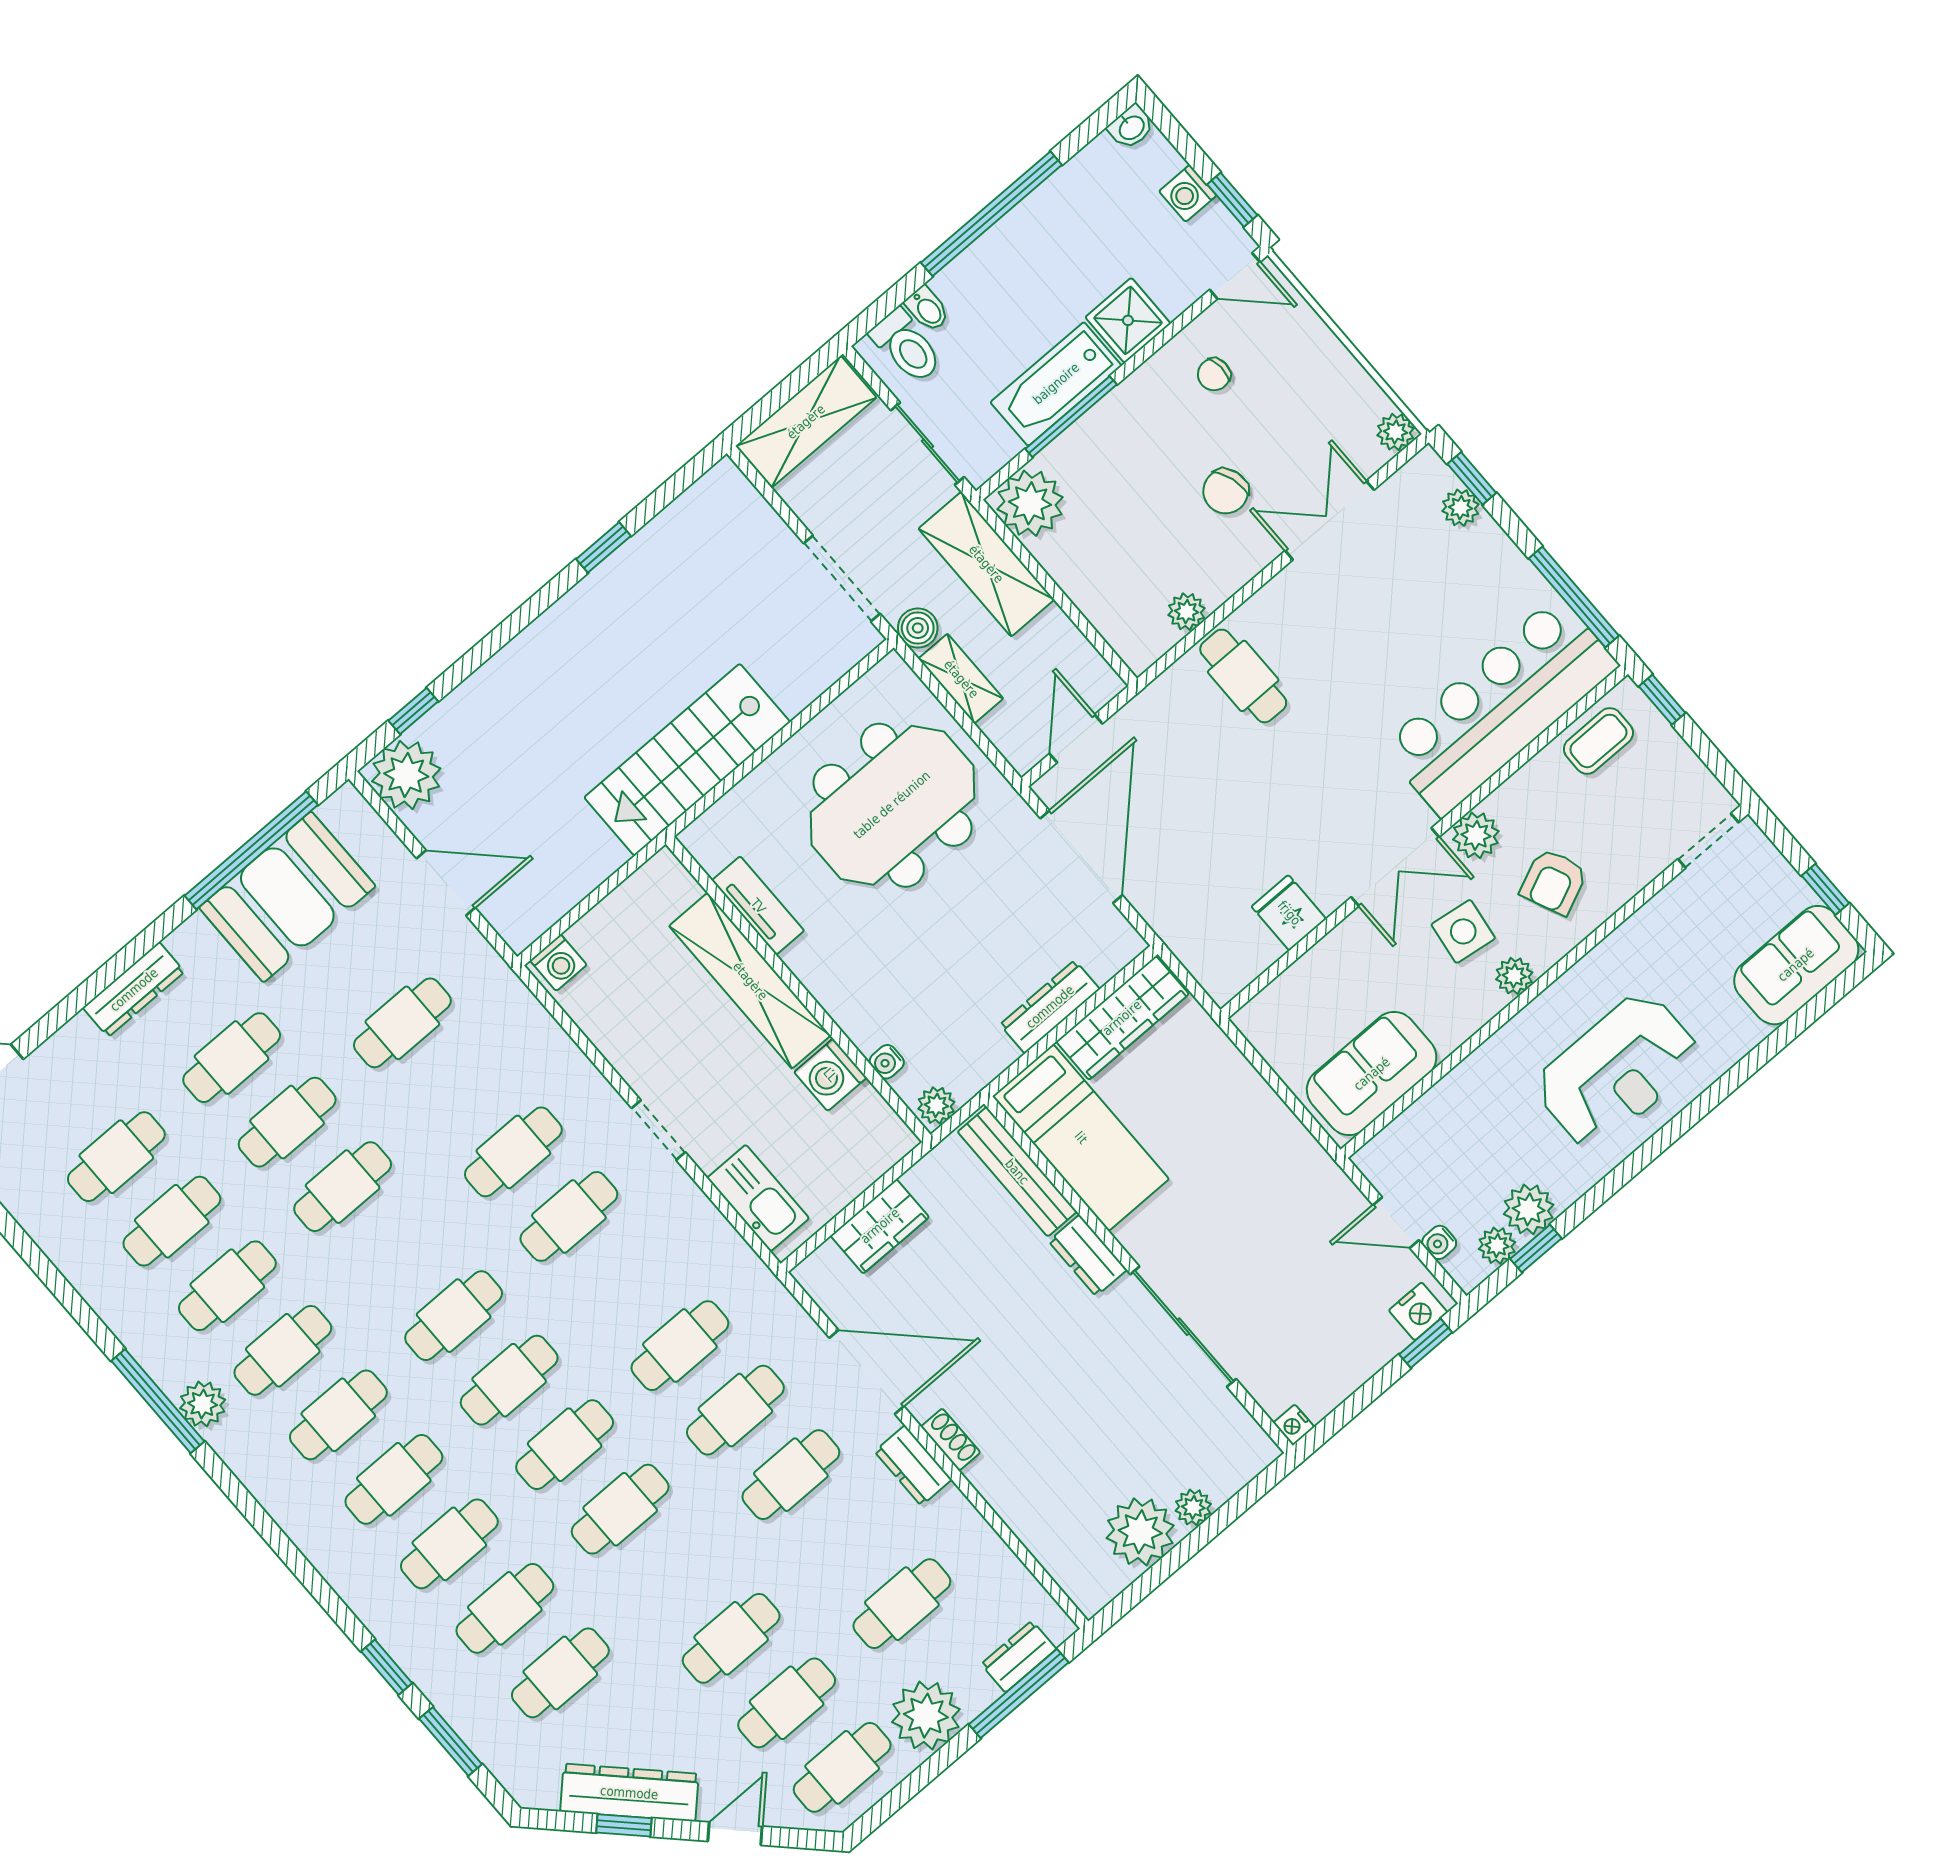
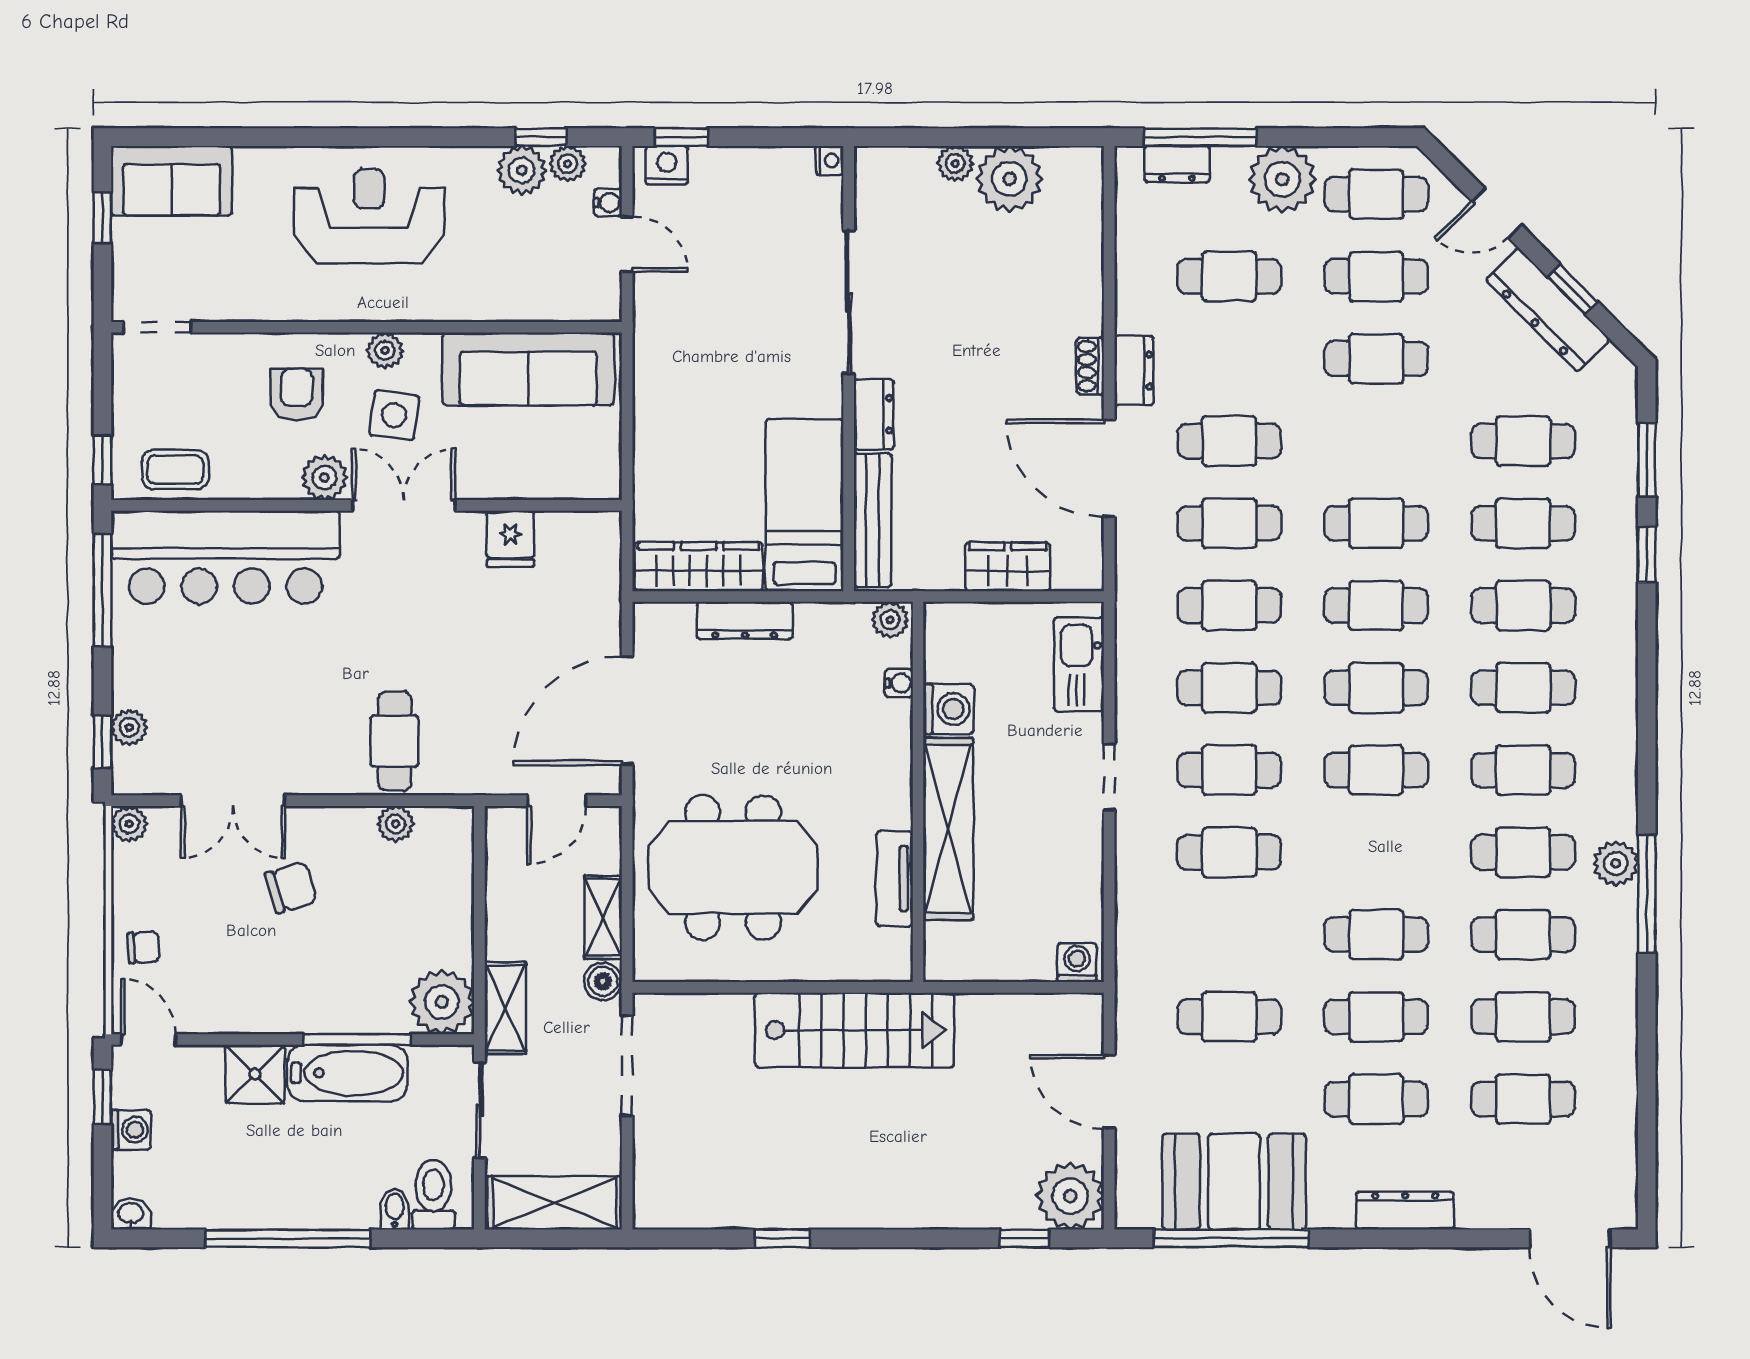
chair: (1214, 374) -> (143, 947), moved
shelving: (986, 564) -> (505, 1008), width x0.67, depth x0.75
armchair: (1554, 882) -> (297, 395), turned -66
sofa: (1372, 1074) -> (528, 369), width x1.36
cafe table: (624, 1281) -> (1229, 688), added

